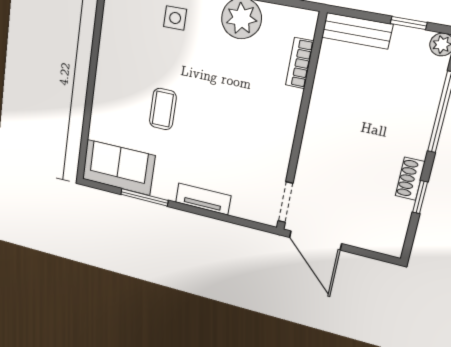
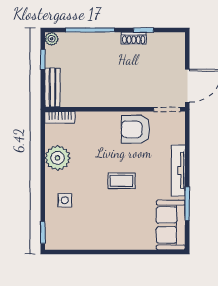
bookcase: (300, 63) -> (60, 117), moved
coffee table: (163, 109) -> (122, 181), moved
armchair: (264, 149) -> (136, 129), added
tv unit: (203, 199) -> (178, 170), width x1.41

